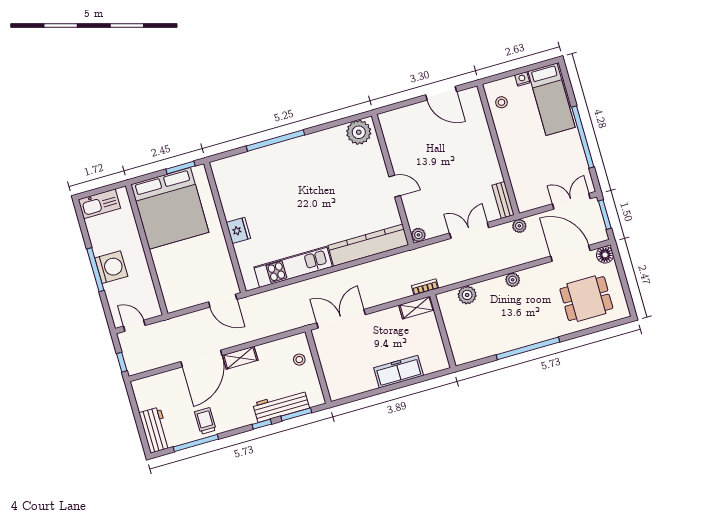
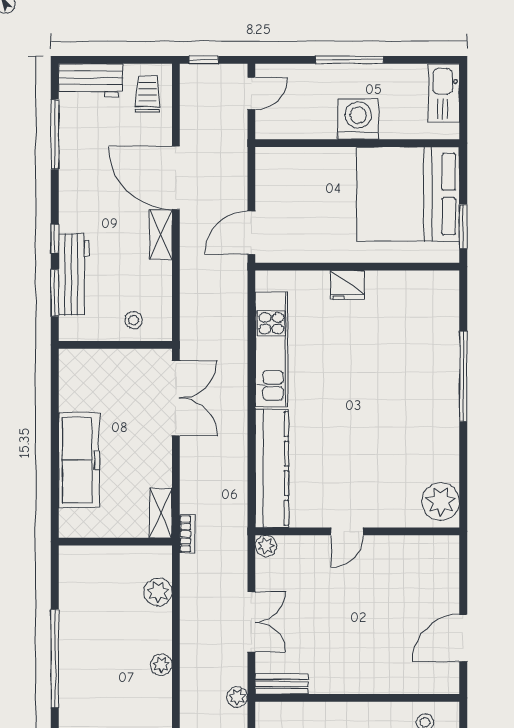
washing machine: (111, 267) -> (358, 119), moved, turned 180
freezer: (399, 372) -> (79, 460), width x1.36, depth x1.26
trolley: (205, 421) -> (147, 94), moved, turned -90

